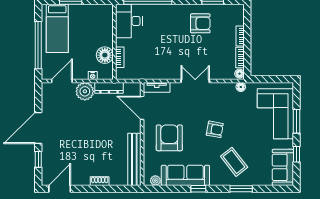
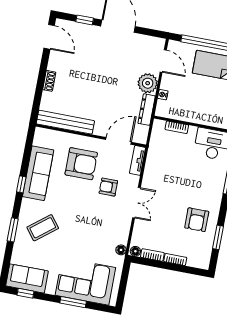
floor lamp: (105, 55) -> (182, 112), removed
armchair: (215, 129) -> (108, 187), moved, turned 80
window: (296, 154) -> (26, 293), moved
plant: (155, 180) -> (39, 140), removed

